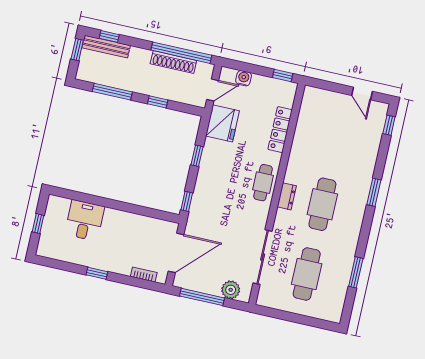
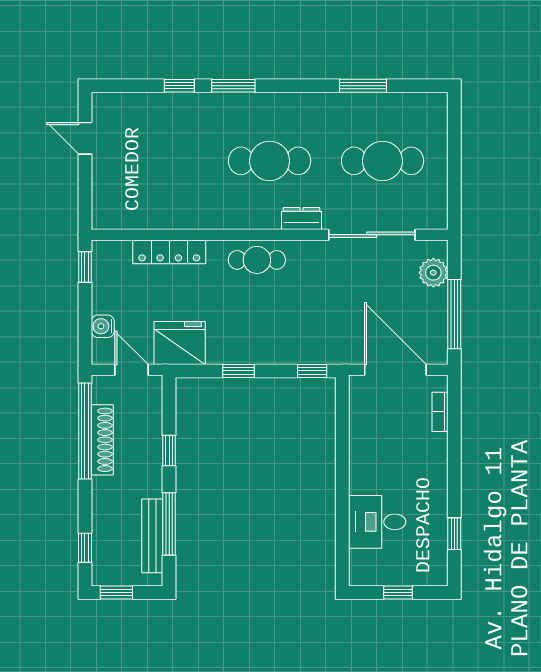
bench: (106, 47) -> (152, 536), moved
door: (362, 93) -> (85, 138), swing flipped
window: (389, 125) -> (179, 86), moved
dresser: (287, 196) -> (301, 219), moved
window: (97, 273) -> (454, 534), moved

